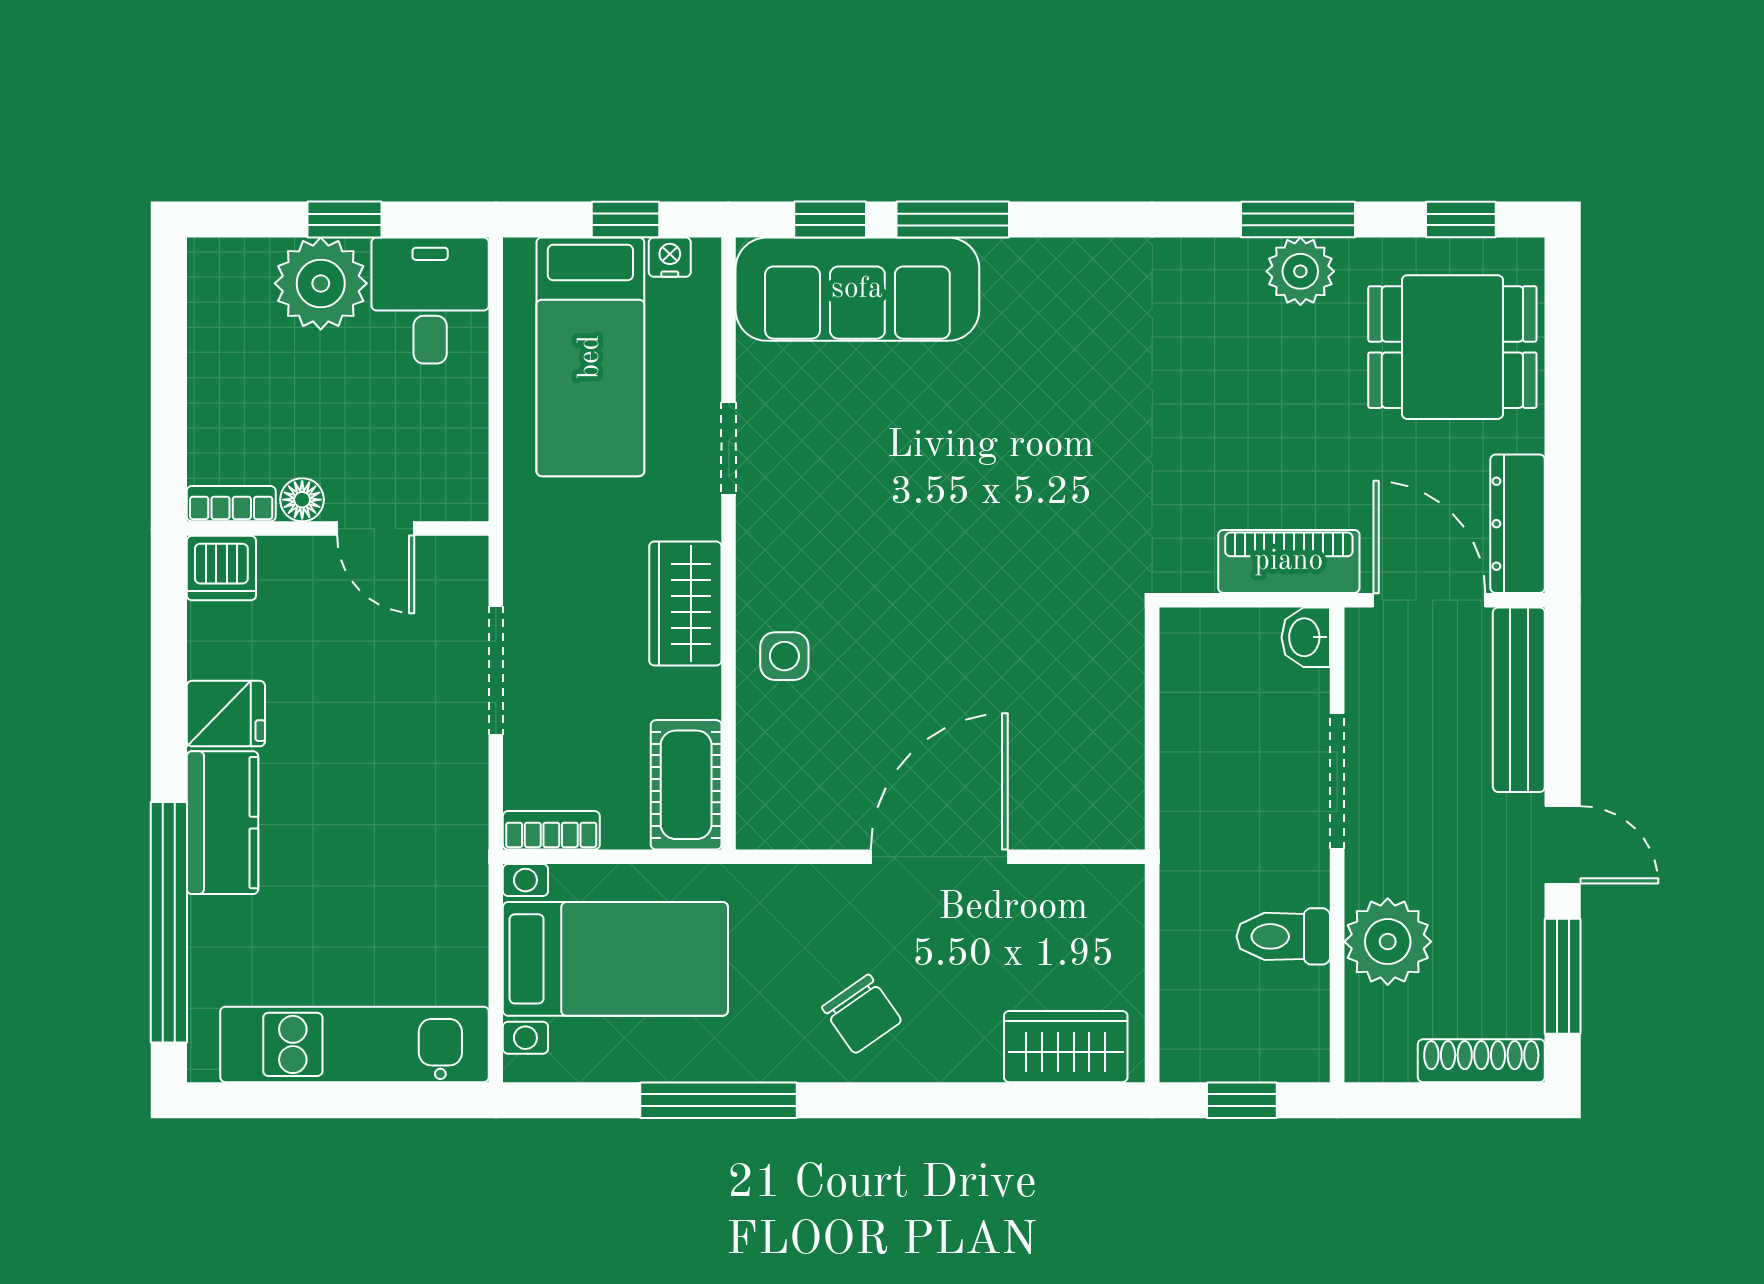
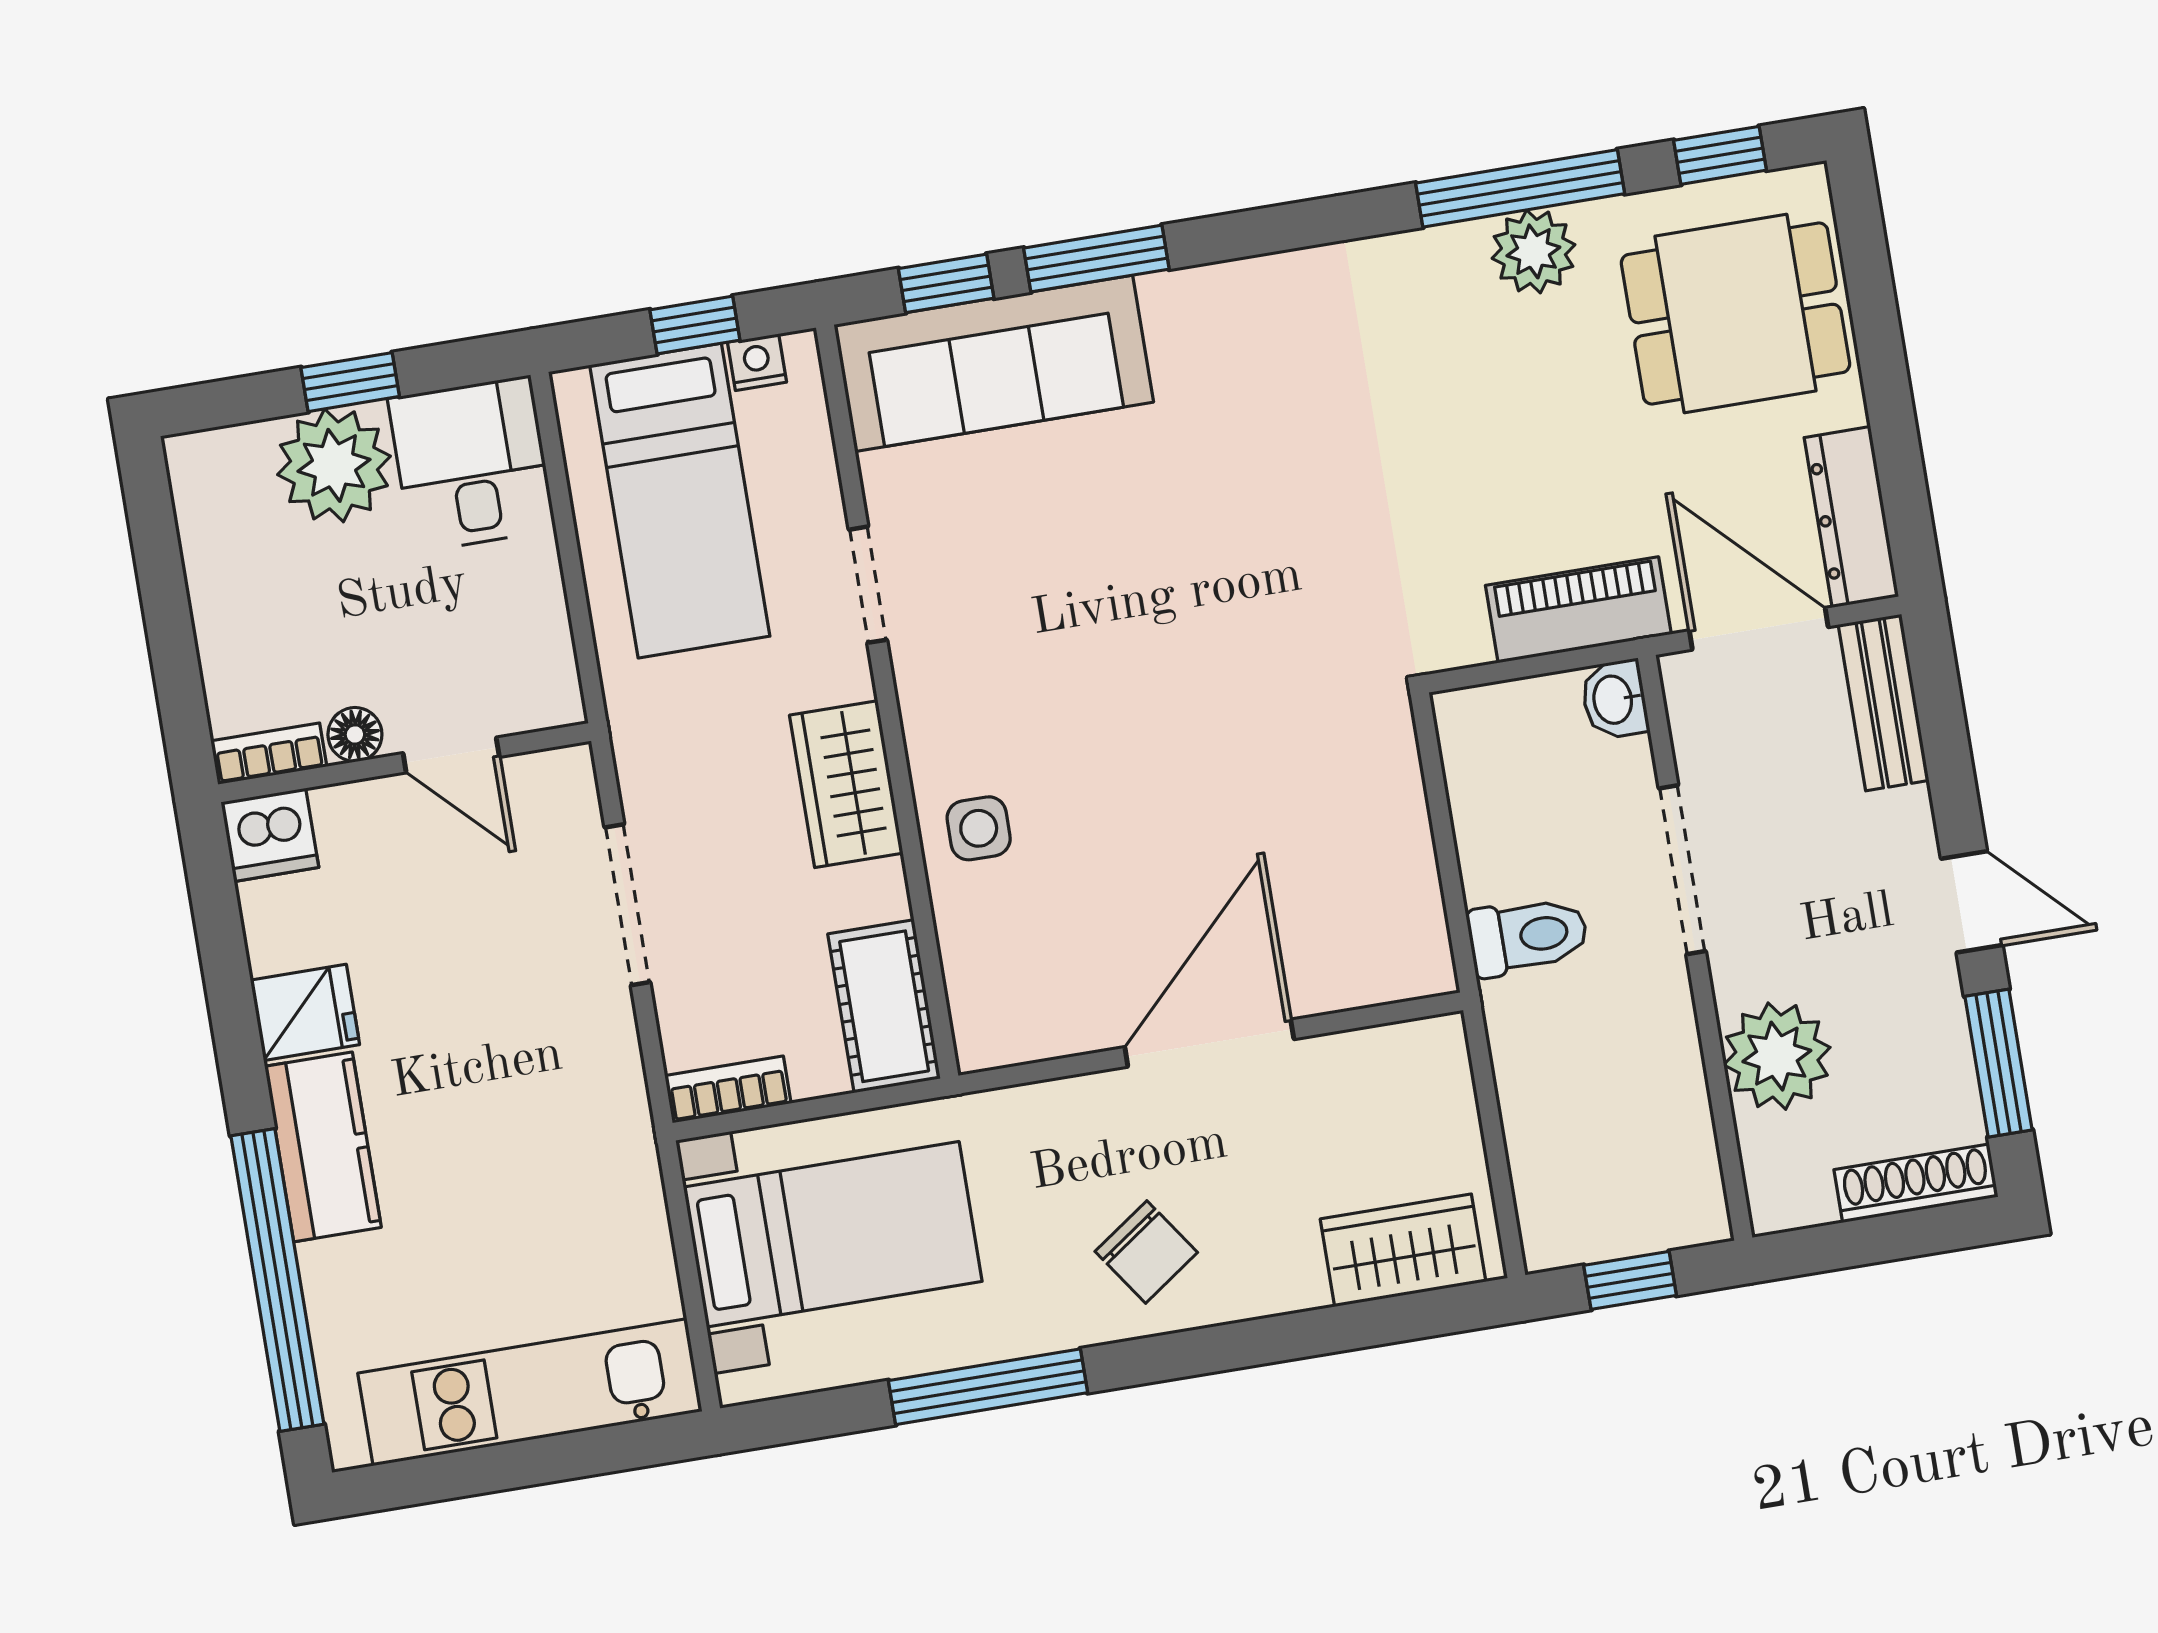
window: (1298, 220) -> (1520, 188), width x1.44
bench: (1519, 700) -> (1884, 703), width x0.73
toilet: (1283, 936) -> (1528, 936), moved, turned 180

